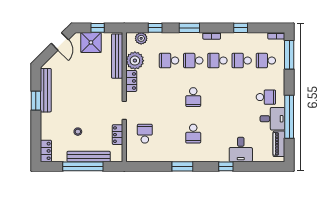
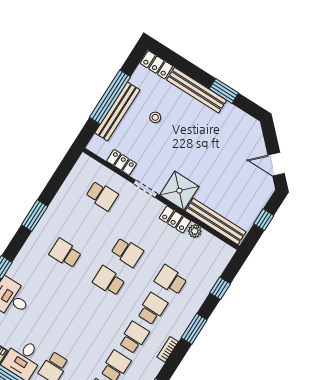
plant: (141, 38) -> (218, 264), removed
shower: (91, 42) -> (179, 191), moved
plant: (135, 61) -> (195, 231), width x0.53, depth x0.53
school desk: (169, 61) -> (171, 280), turned -90
bench: (46, 90) -> (197, 90), moved
school desk: (169, 97) -> (127, 252), added

